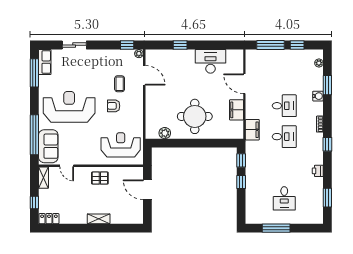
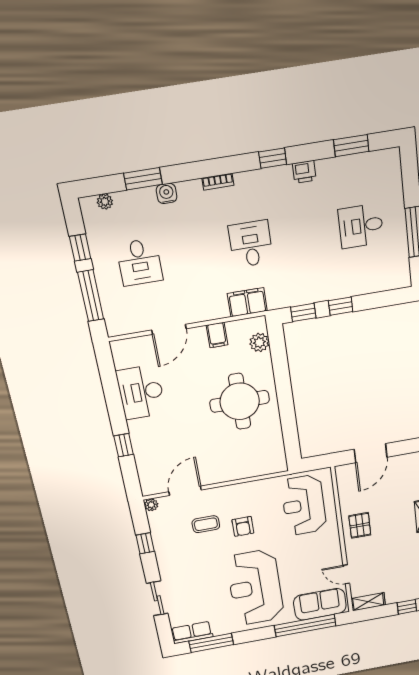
window: (127, 45) -> (145, 543), moved
desk: (284, 106) -> (139, 262), moved, turned 180
filing cabinet: (236, 110) -> (217, 335), width x0.50
plant: (165, 133) -> (259, 342), moved
window: (327, 144) -> (273, 158), moved
door: (67, 166) -> (346, 574), swing flipped
desk: (284, 198) -> (361, 226), turned 180

